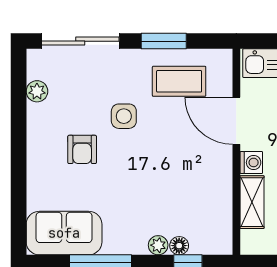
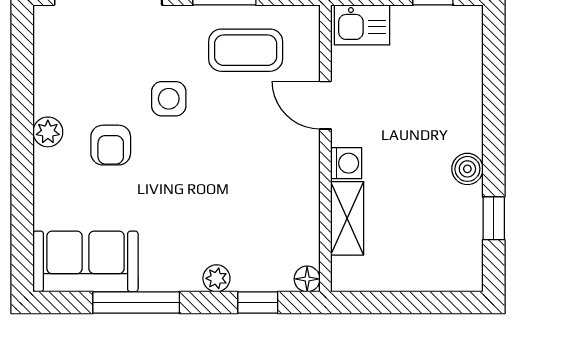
plant: (37, 91) -> (48, 132), moved
door: (236, 121) -> (325, 105), width x0.73
floor lamp: (179, 246) -> (307, 279), moved

